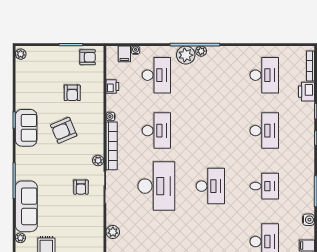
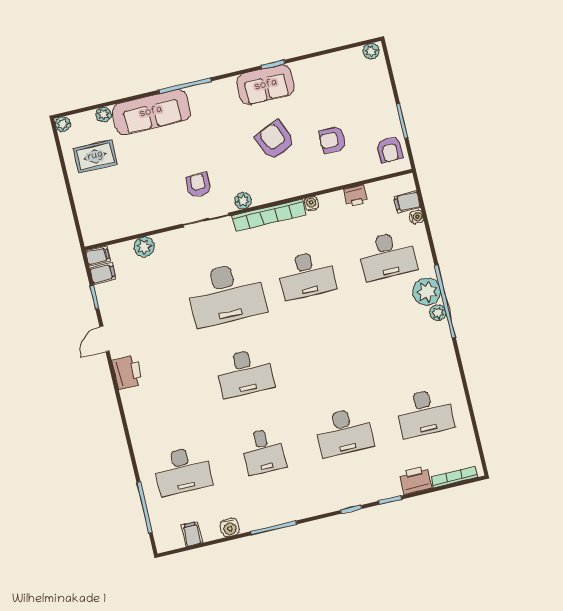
armchair: (81, 187) -> (198, 185), turned 90

